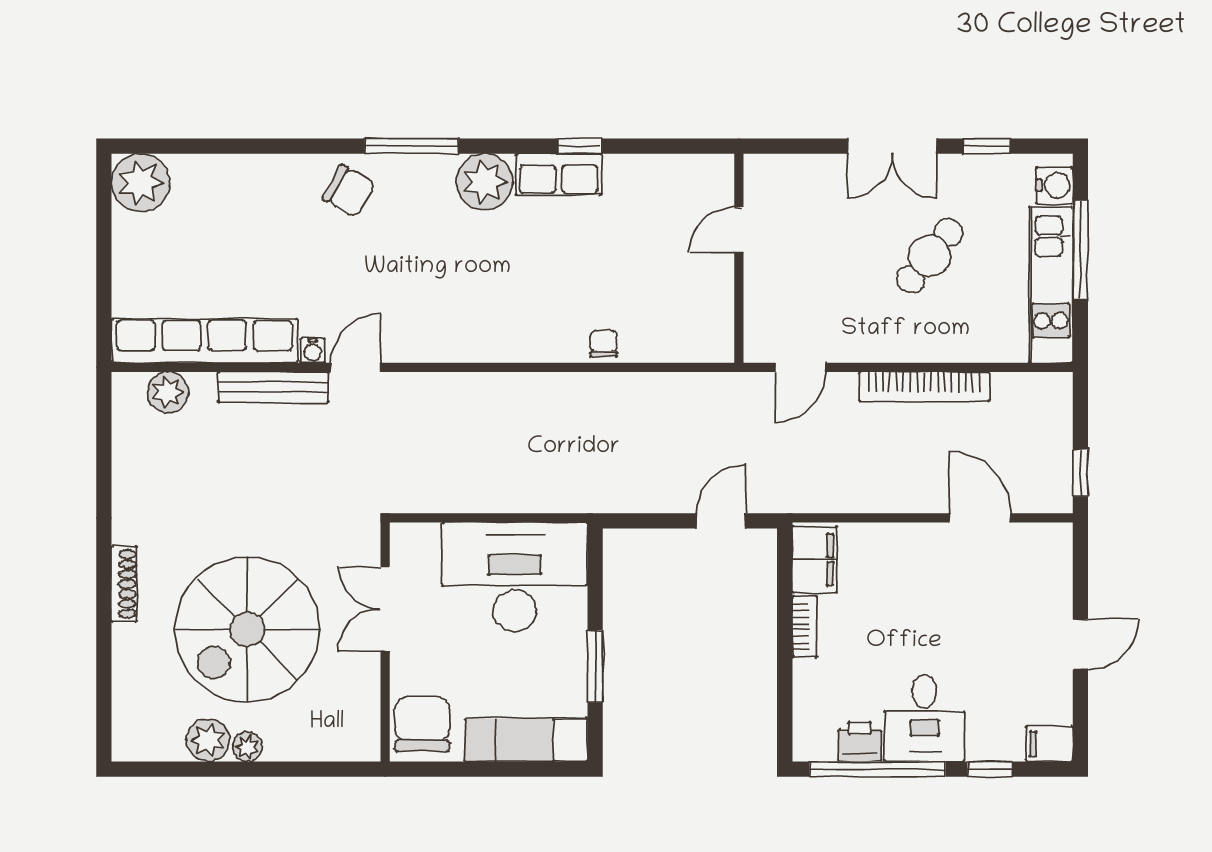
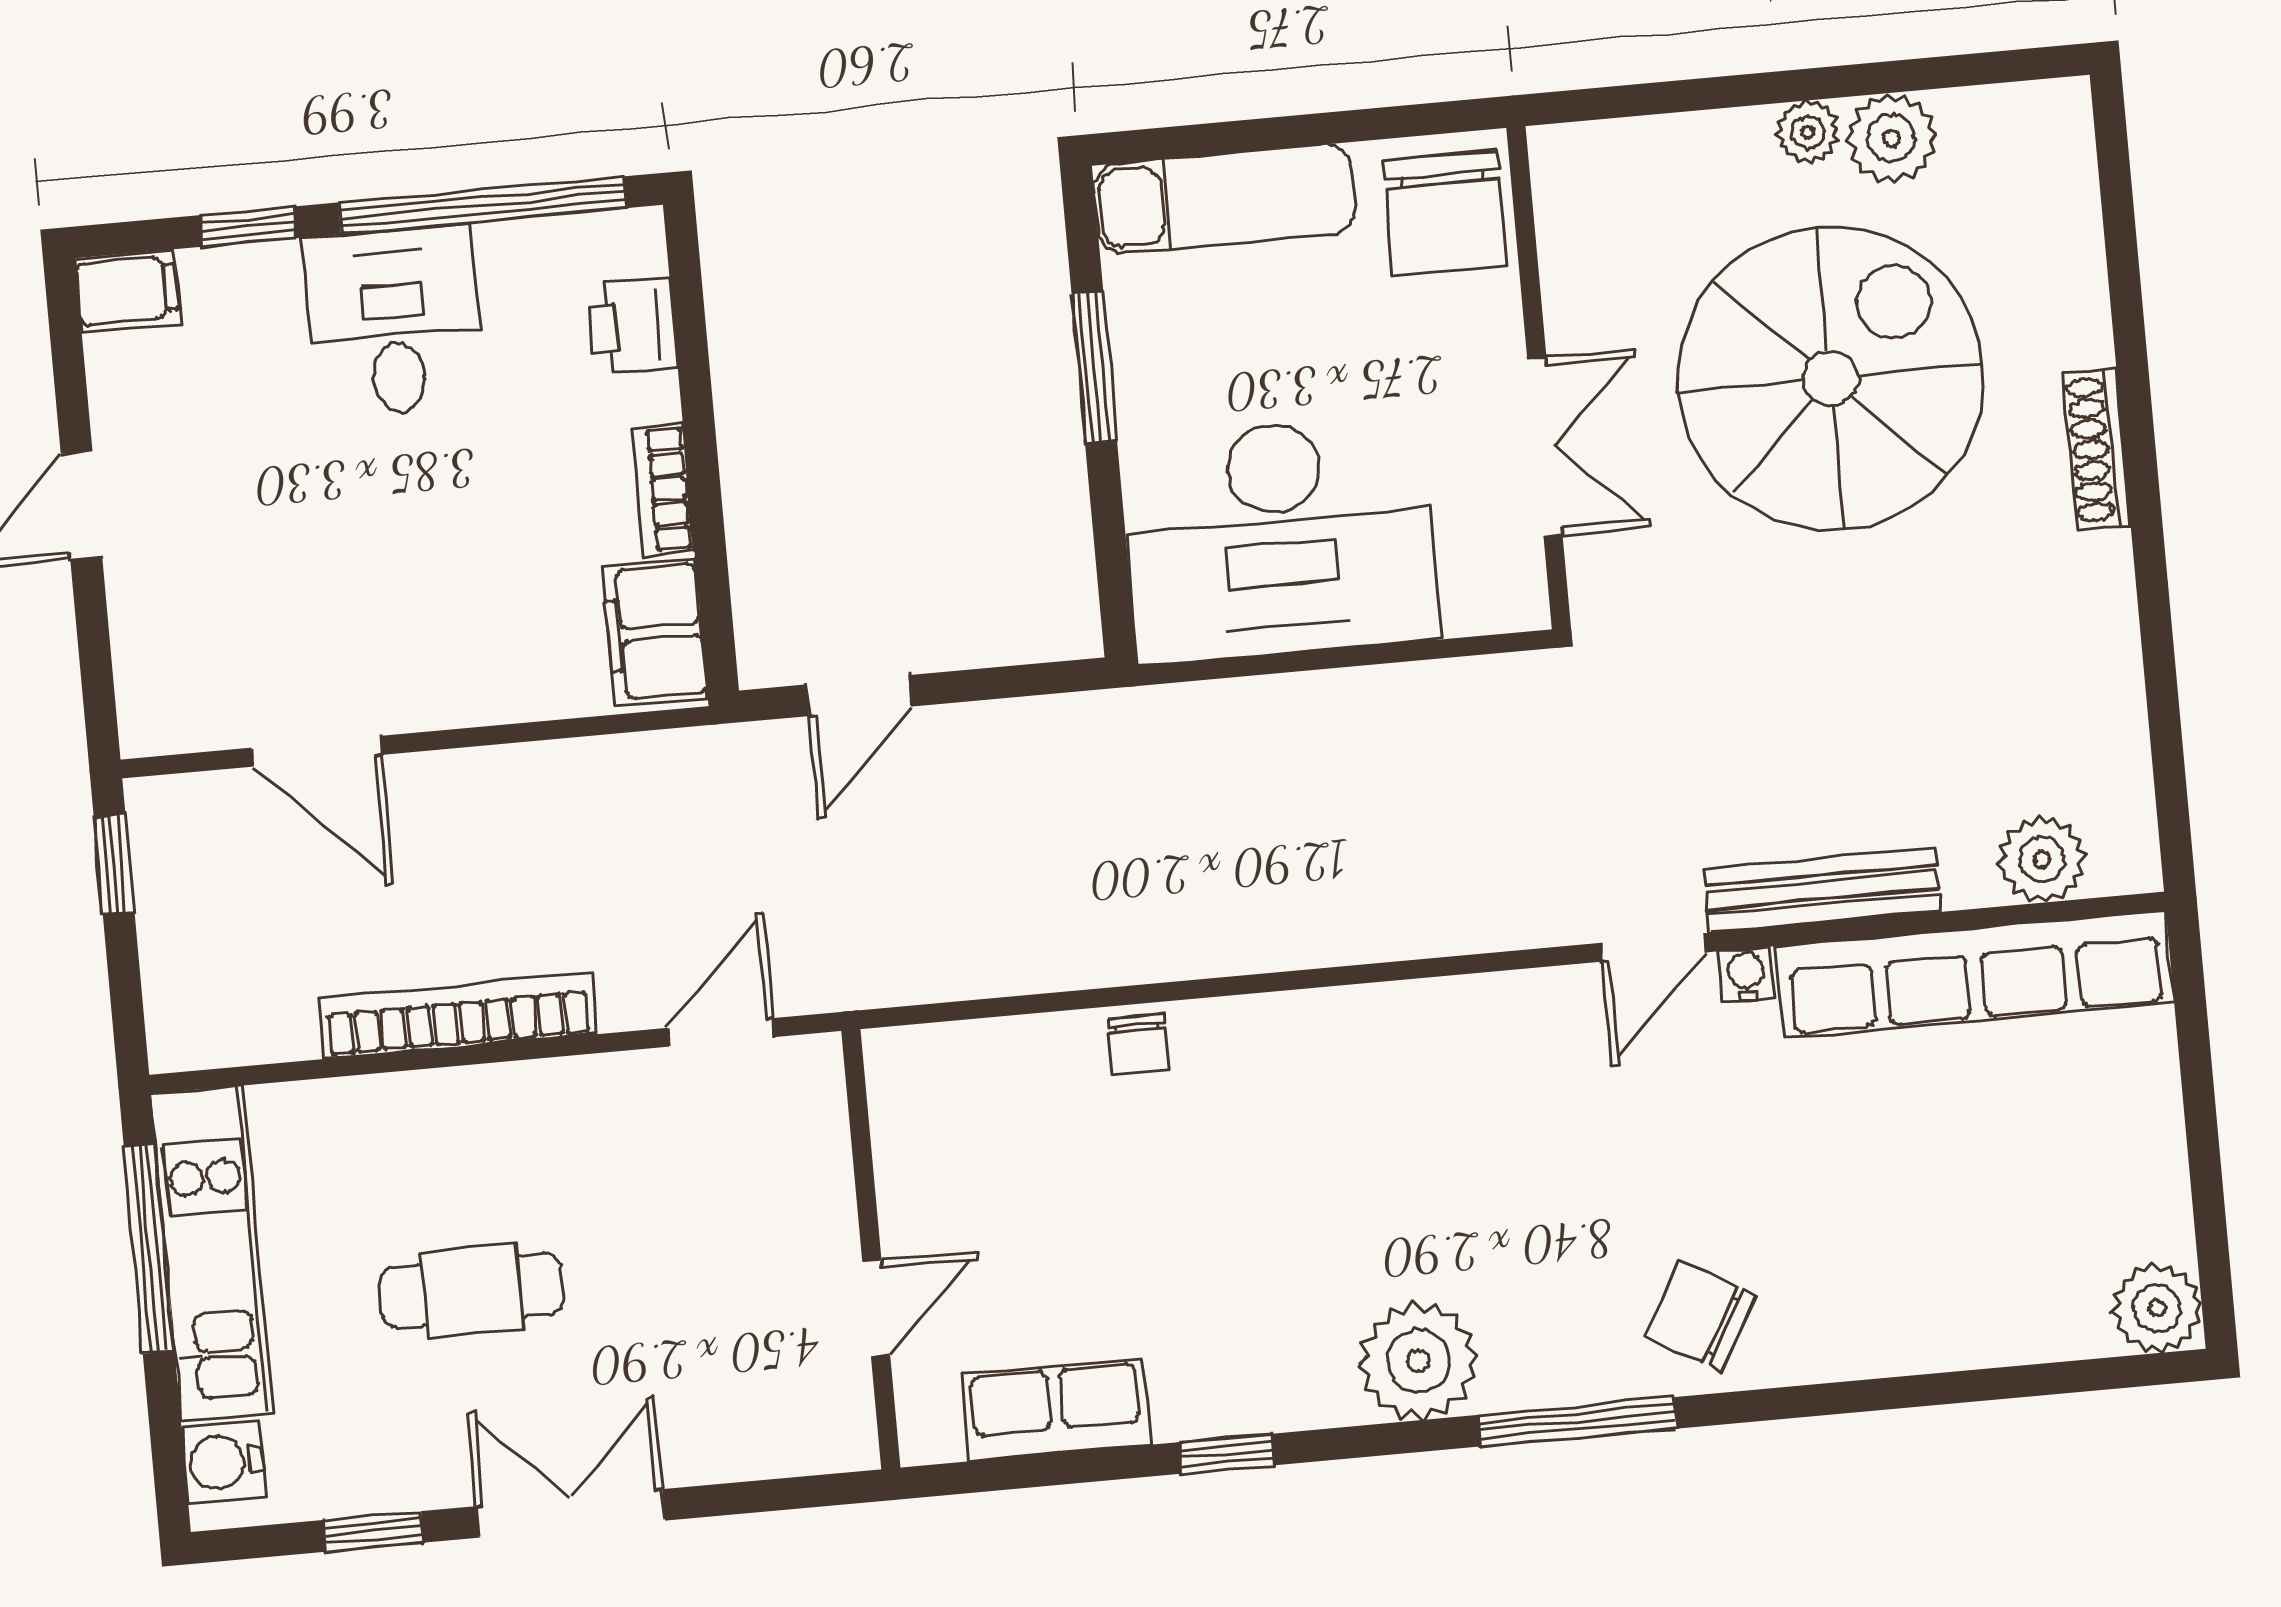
row of seats: (559, 174) -> (1056, 1410), moved
plant: (140, 183) -> (2157, 1308), width x0.73, depth x0.73
window: (1080, 250) -> (149, 1249), moved
cafe table: (930, 256) -> (472, 1291), turned 51
printer: (860, 742) -> (632, 326), moved, turned 90

